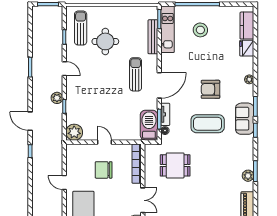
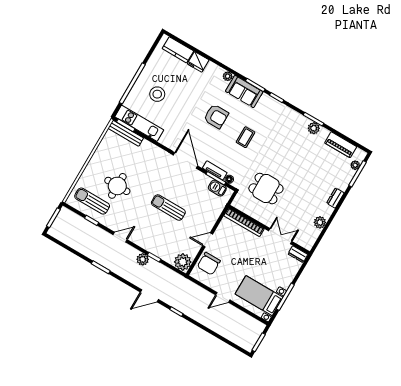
bench: (153, 37) -> (126, 133), moved
sun lounger: (136, 74) -> (168, 208), moved
armchair: (210, 89) -> (216, 116), turned -90
sofa: (245, 119) -> (244, 92), moved
coffee table: (208, 124) -> (246, 137), width x0.54, depth x0.58
barbecue: (149, 125) -> (217, 188), width x0.53, depth x0.65
dining table: (175, 165) -> (266, 189), turned 90
chair: (104, 170) -> (209, 264), moved

